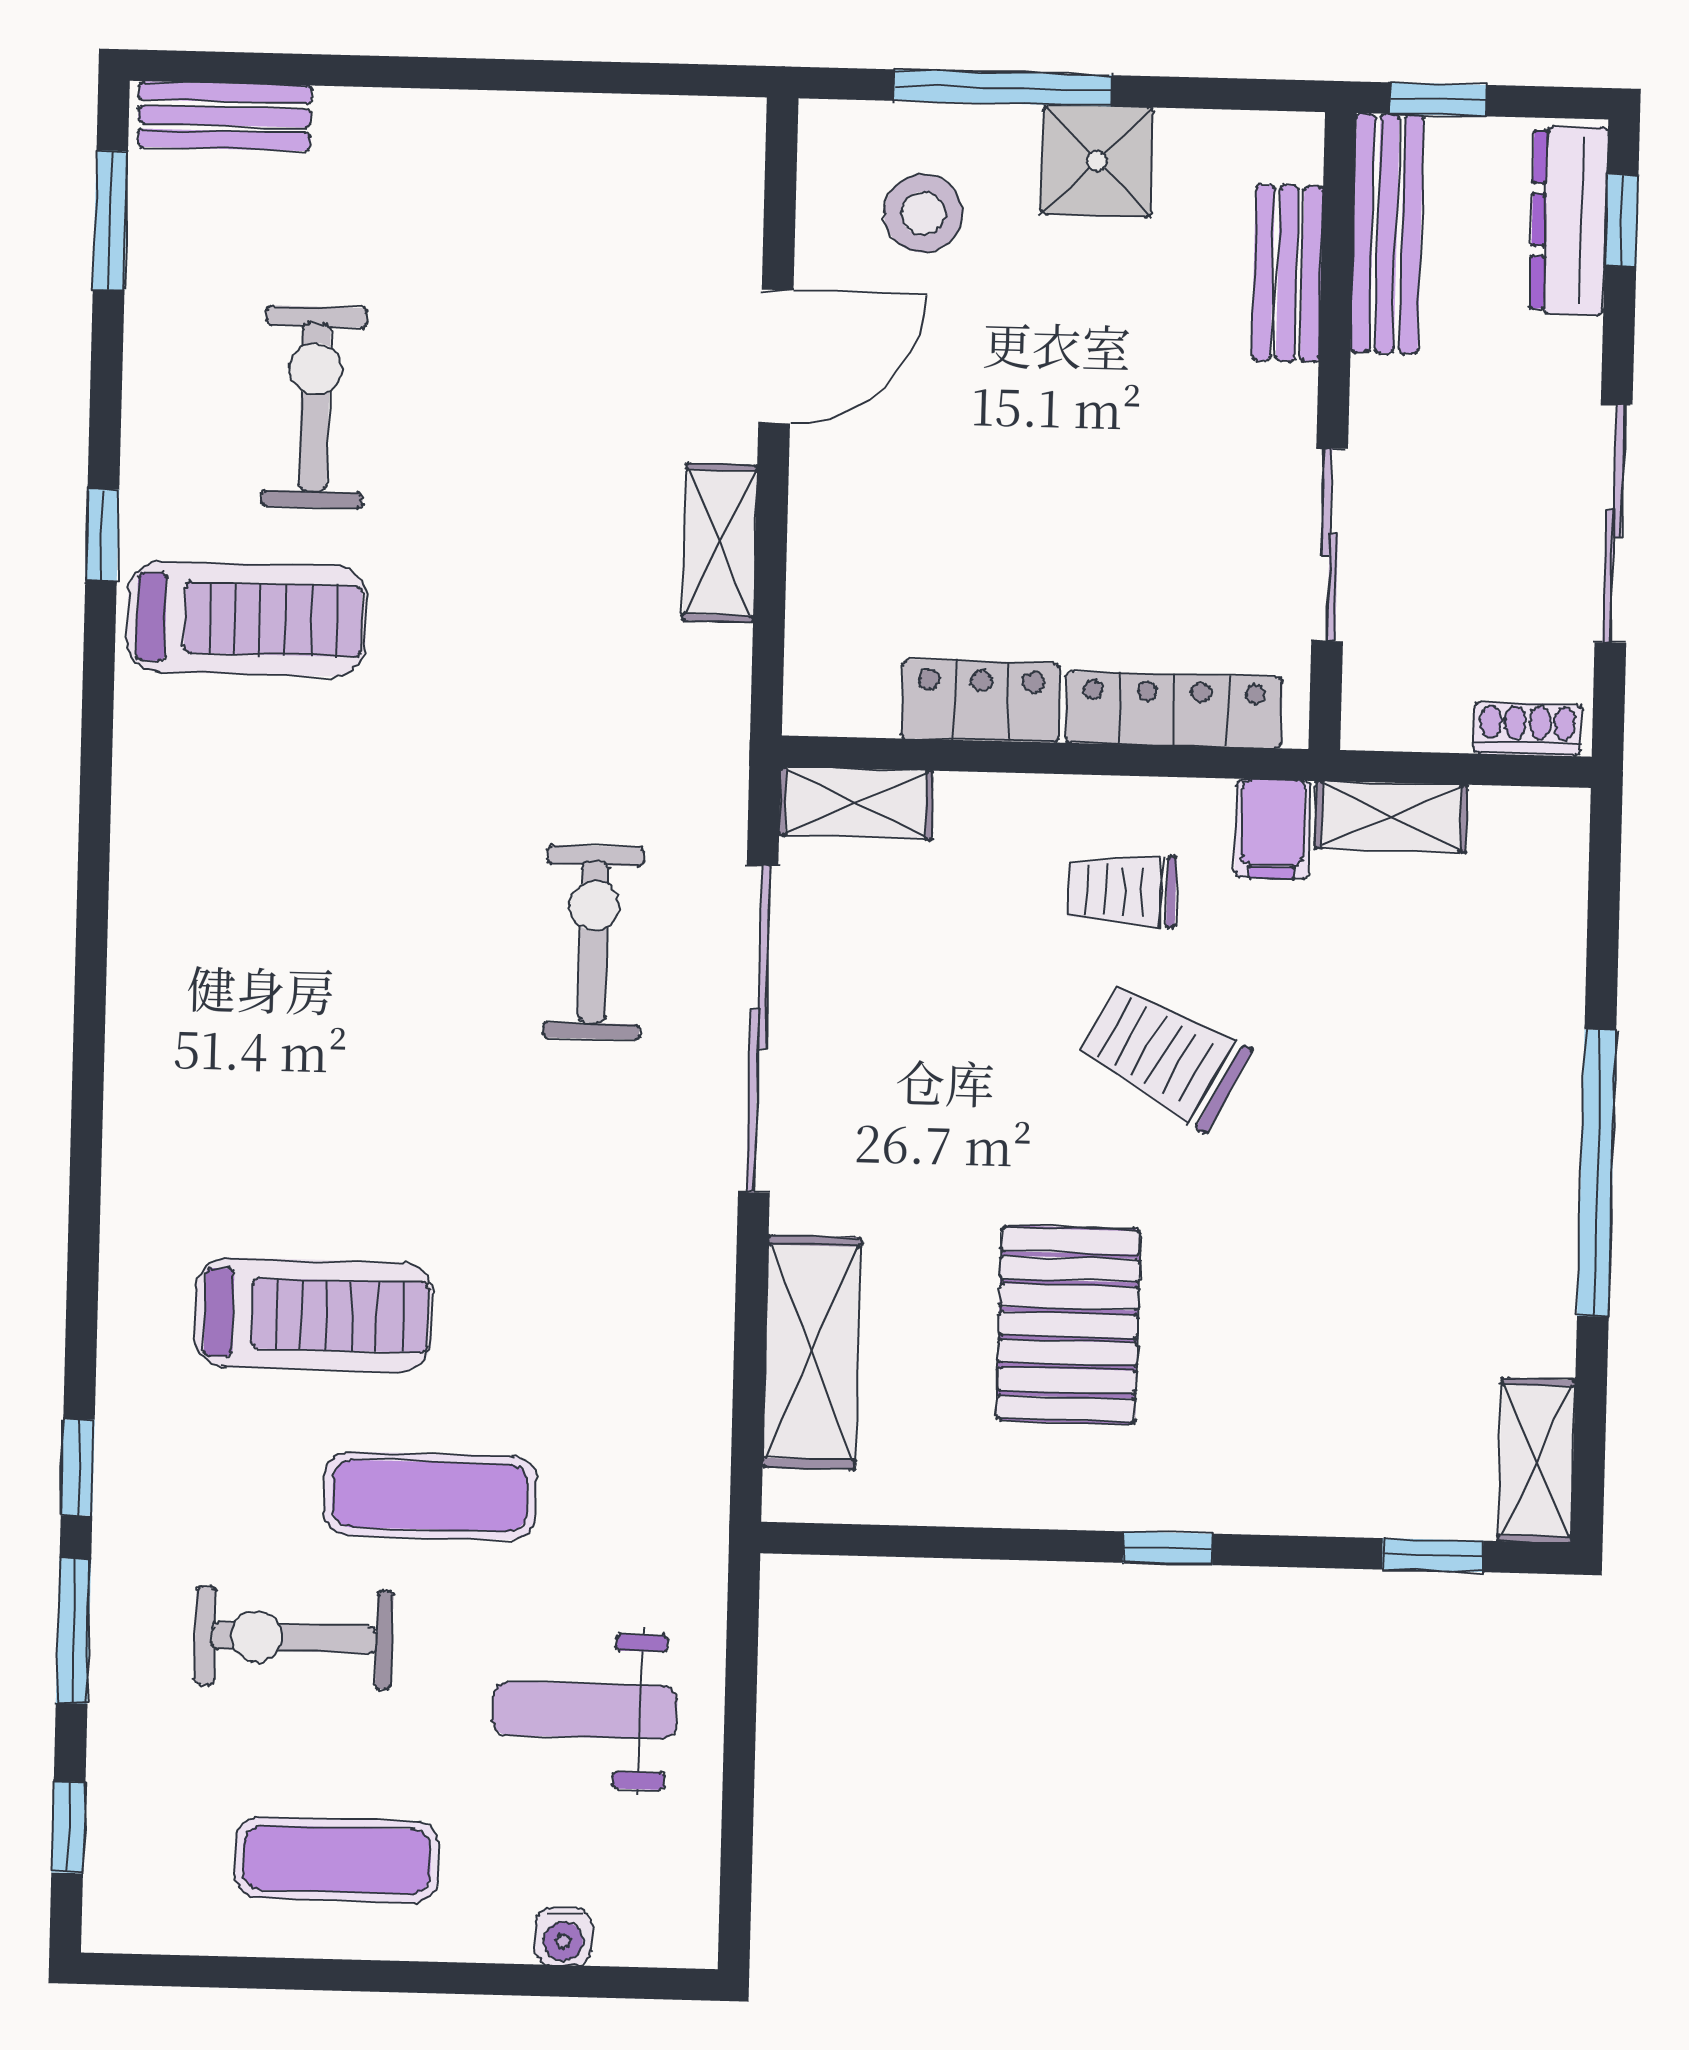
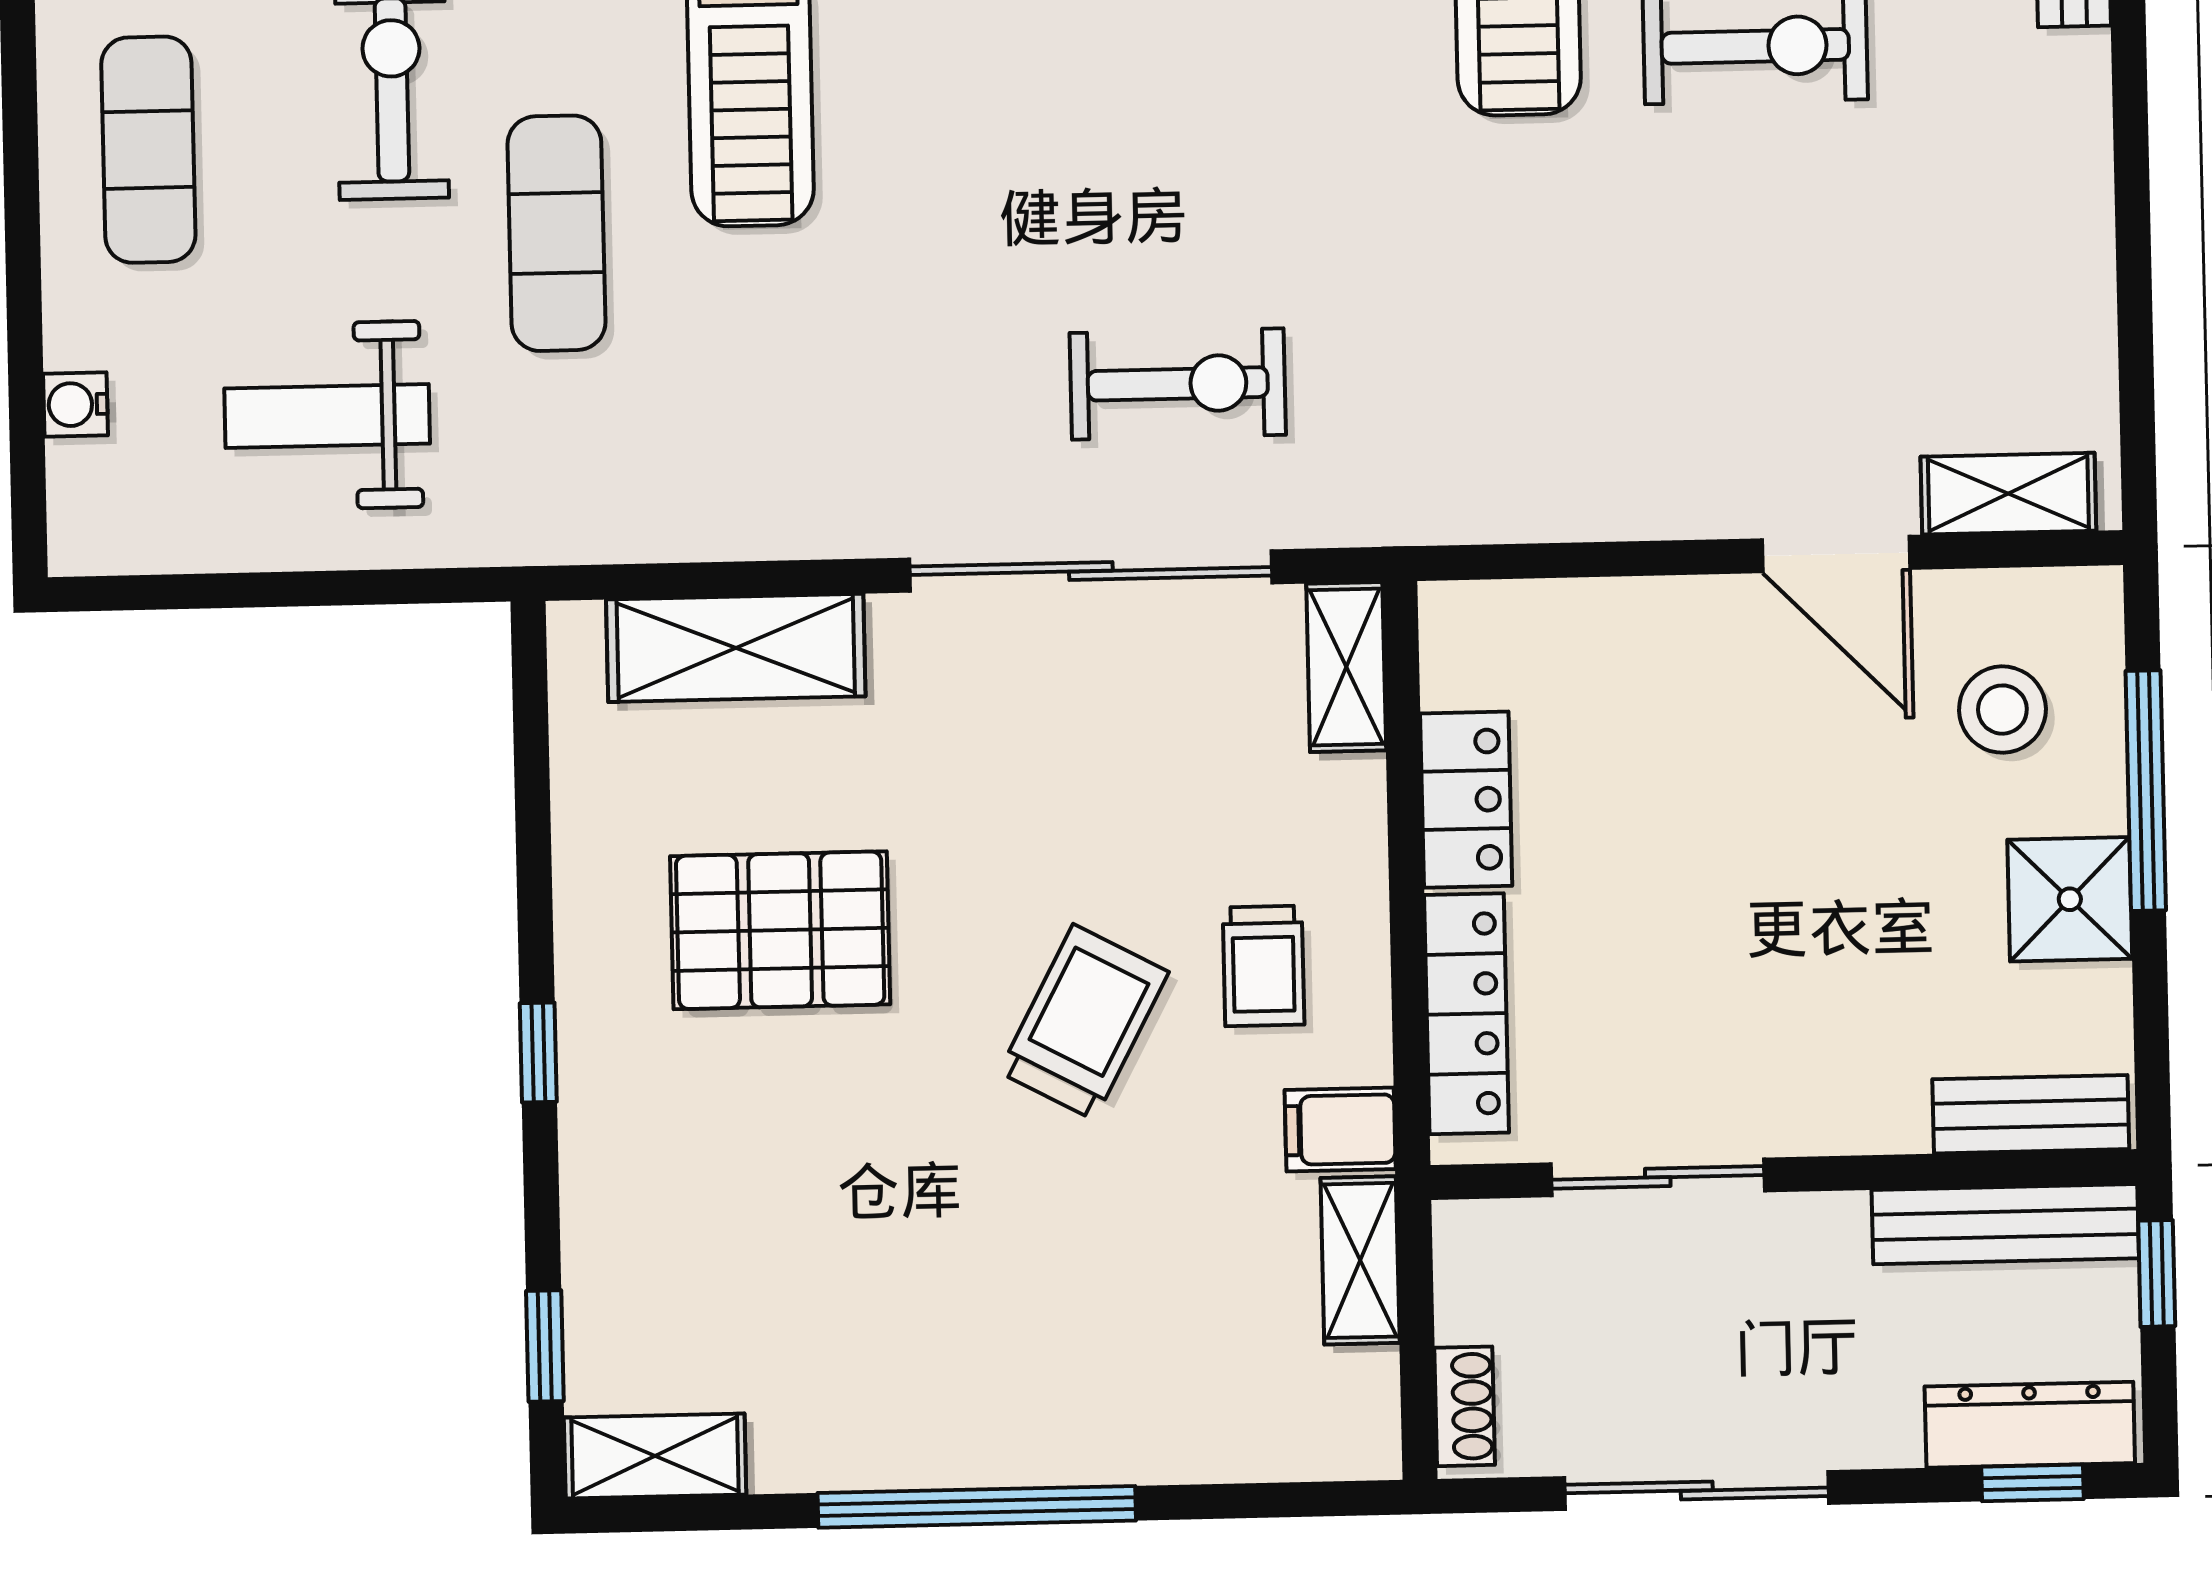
bench: (1287, 273) -> (2031, 1114), moved
shelving: (720, 543) -> (2008, 494), moved
trolley: (1122, 891) -> (1263, 966), turned 180
weight bench: (585, 1710) -> (327, 416), turned -90

